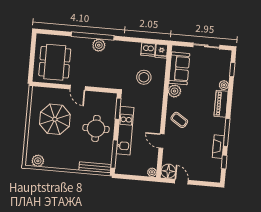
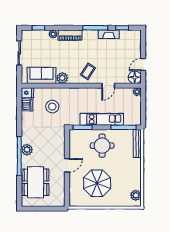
dining table: (55, 62) -> (35, 182), moved, turned 90

